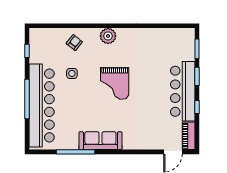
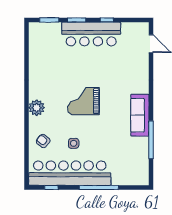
grand piano: (115, 83) -> (83, 101), turned 180
bar counter: (42, 105) -> (70, 173), moved
piano: (189, 136) -> (135, 28), removed

